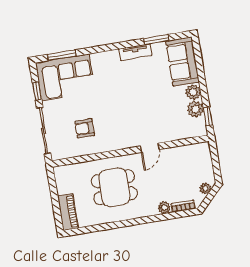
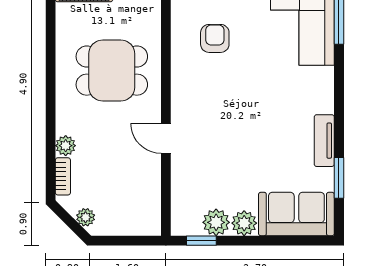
dining table: (114, 187) -> (112, 71), turned 90

